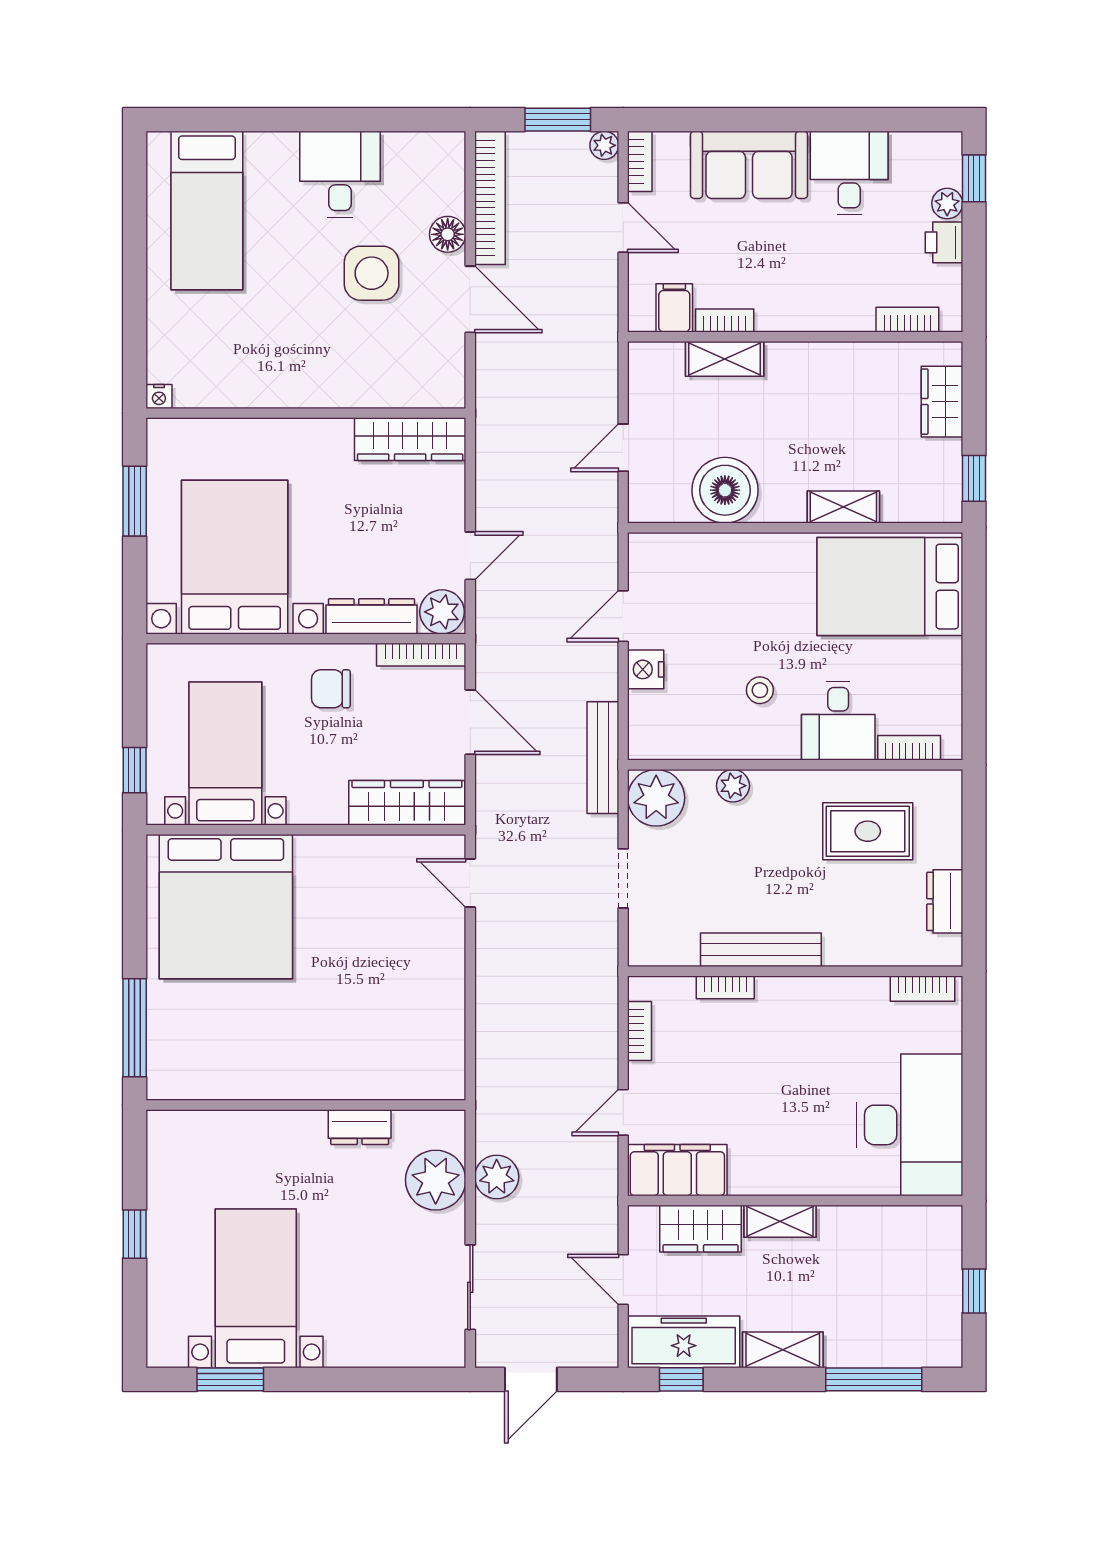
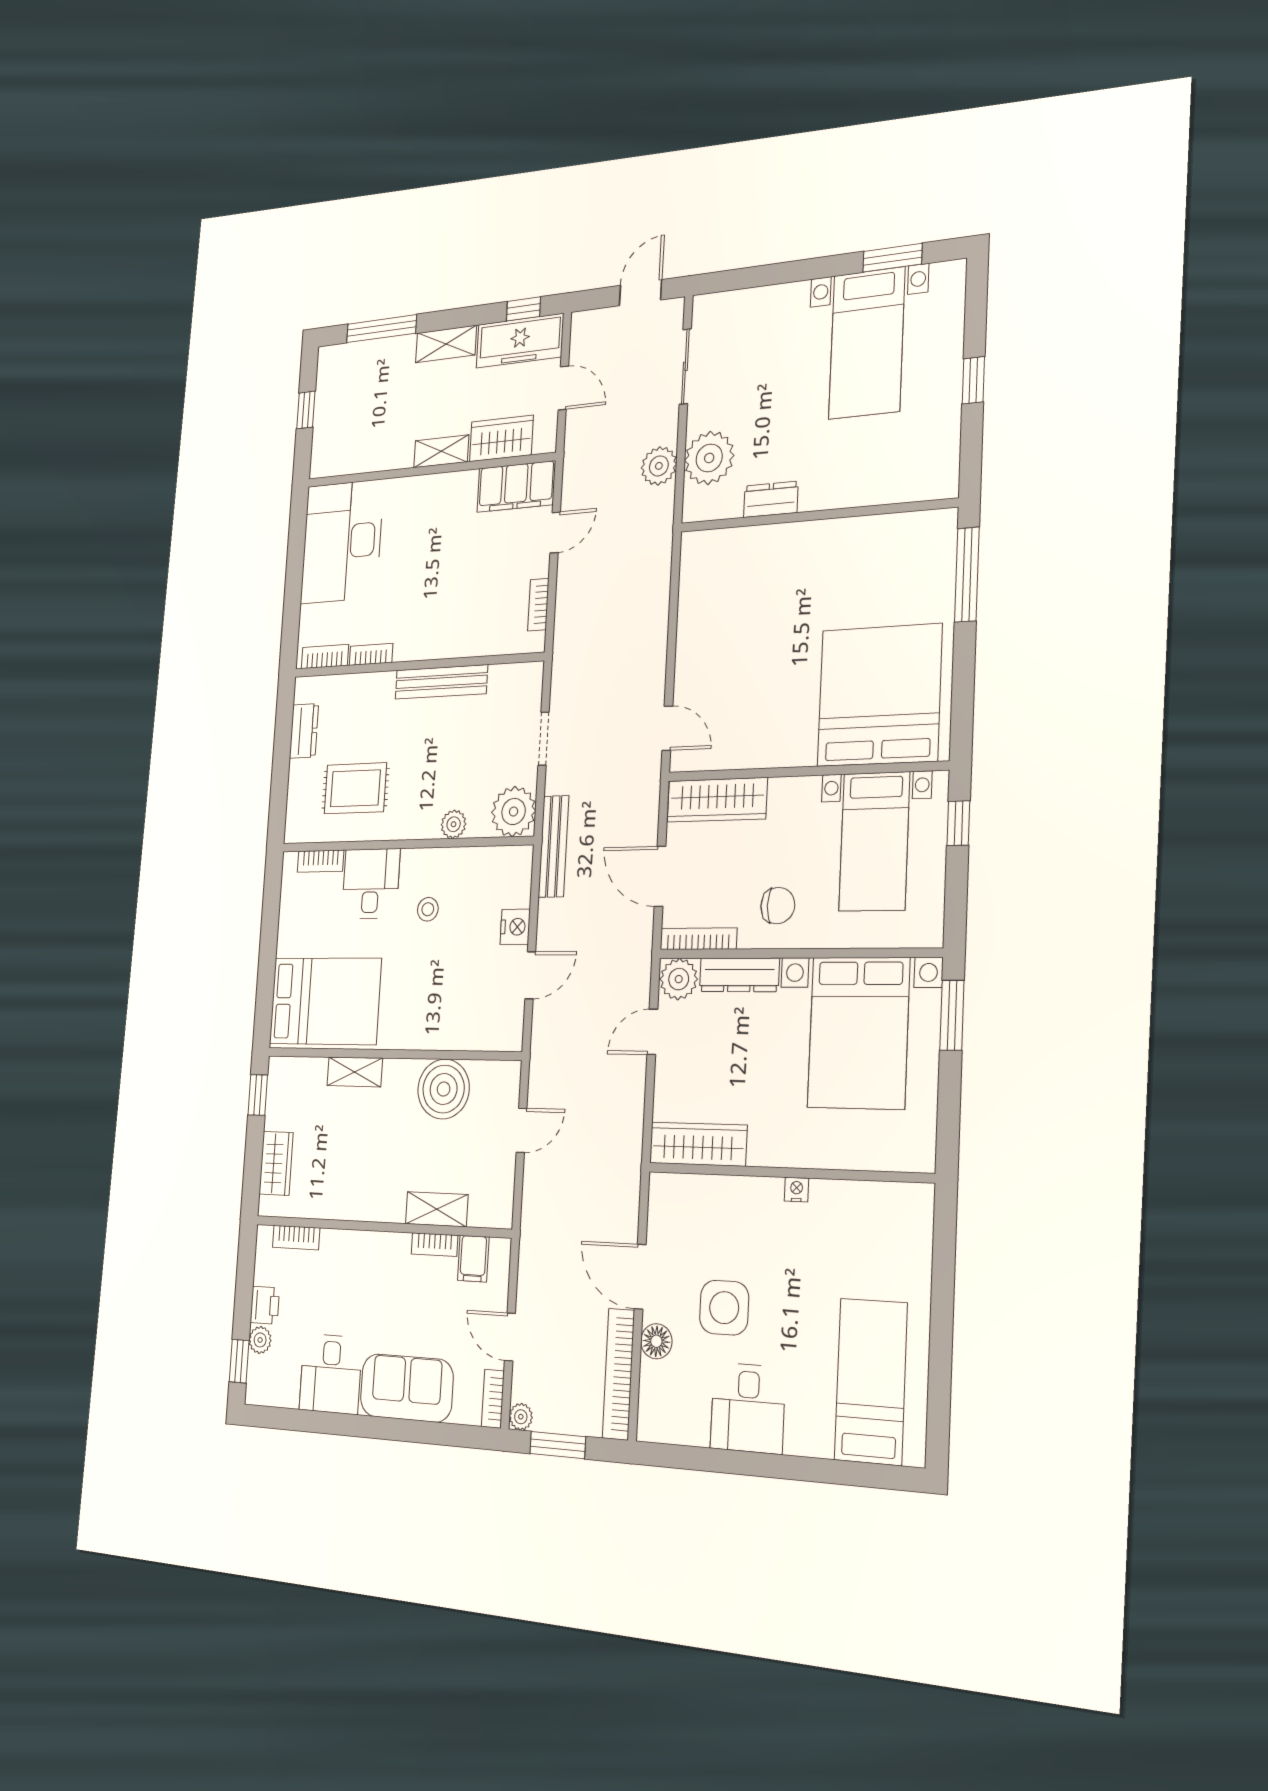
nightstand: (159, 396) -> (797, 1190), moved
window: (135, 501) -> (952, 1015), moved
bookcase: (725, 987) -> (371, 654), moved

